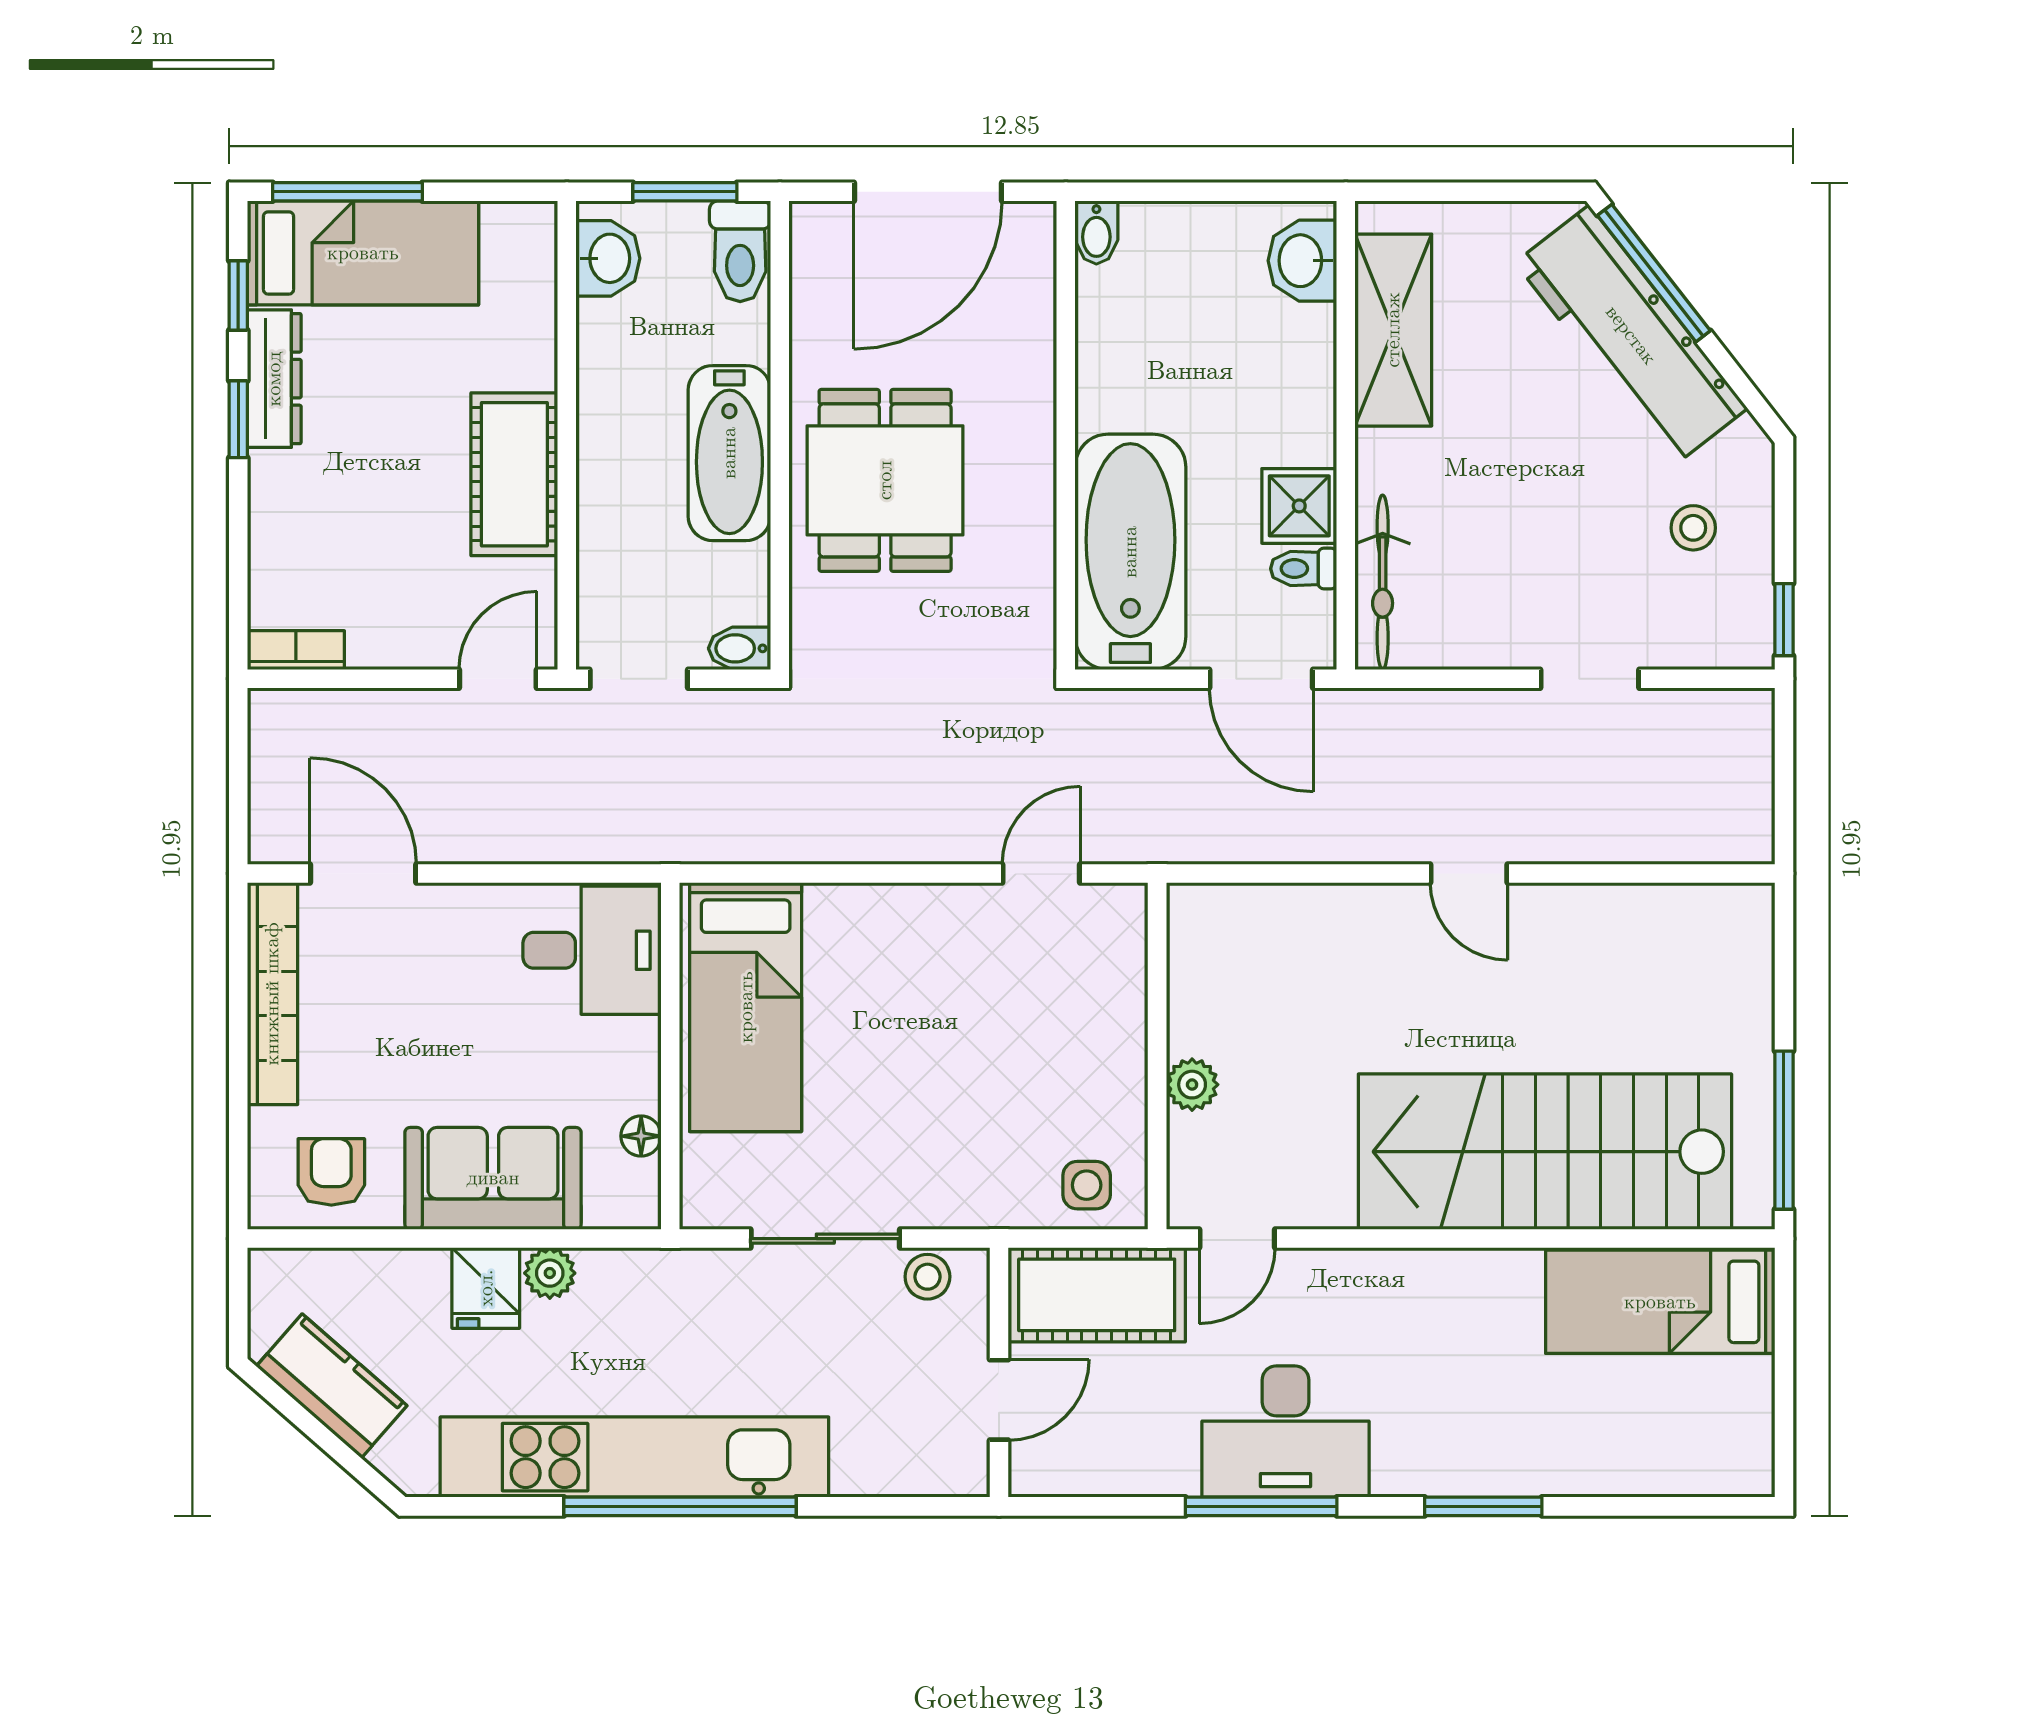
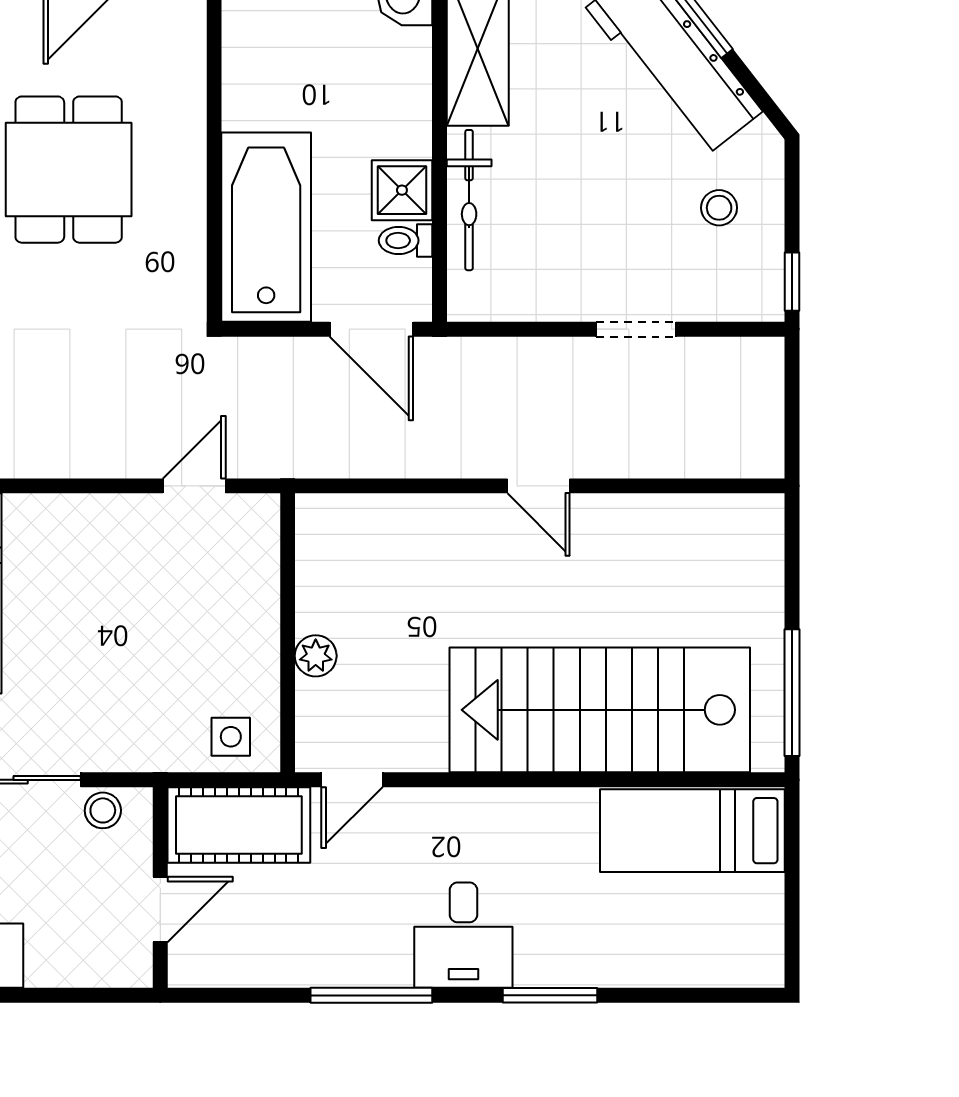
bicycle: (1383, 582) -> (469, 200), moved
desk: (1286, 1432) -> (463, 935), moved, width x0.73

